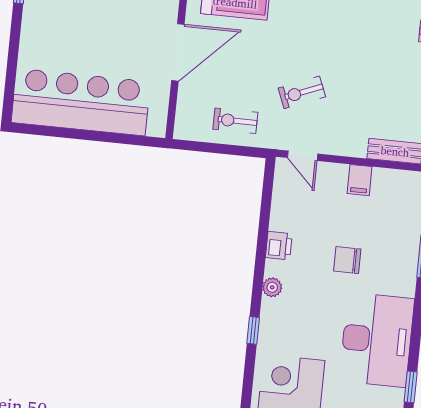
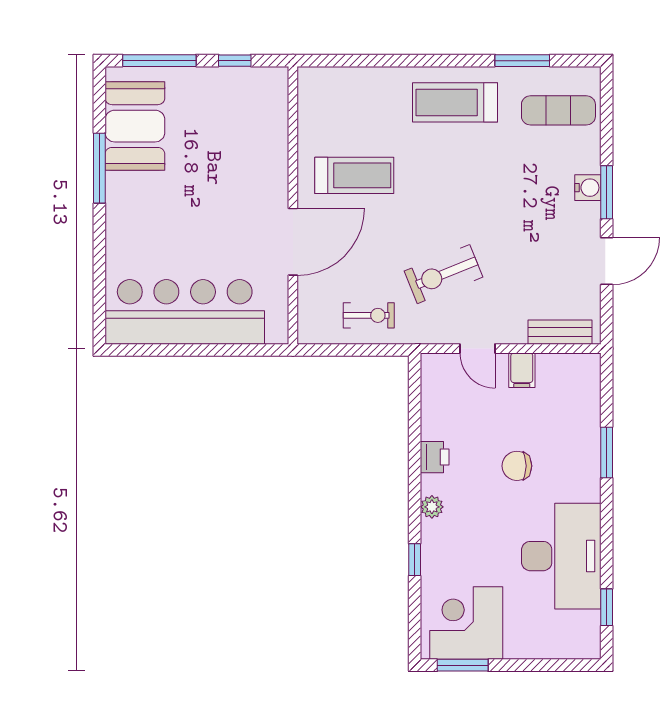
exercise bike: (302, 92) -> (443, 274), width x1.38, depth x1.39
exercise bike: (235, 121) -> (369, 315), turned 180
door: (303, 156) -> (477, 349), moved

